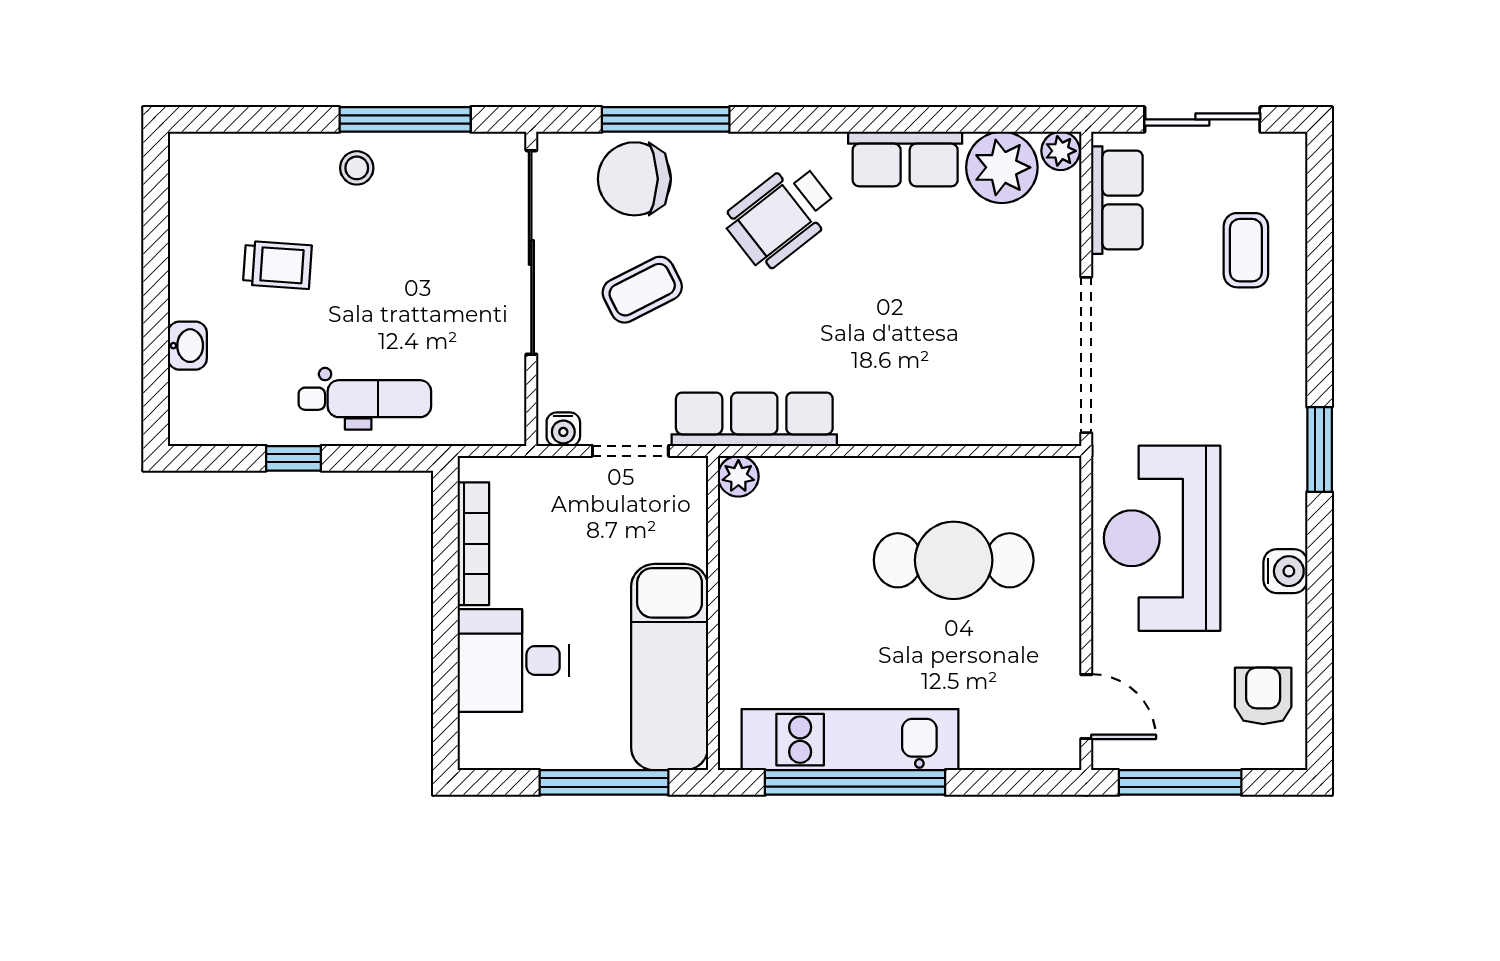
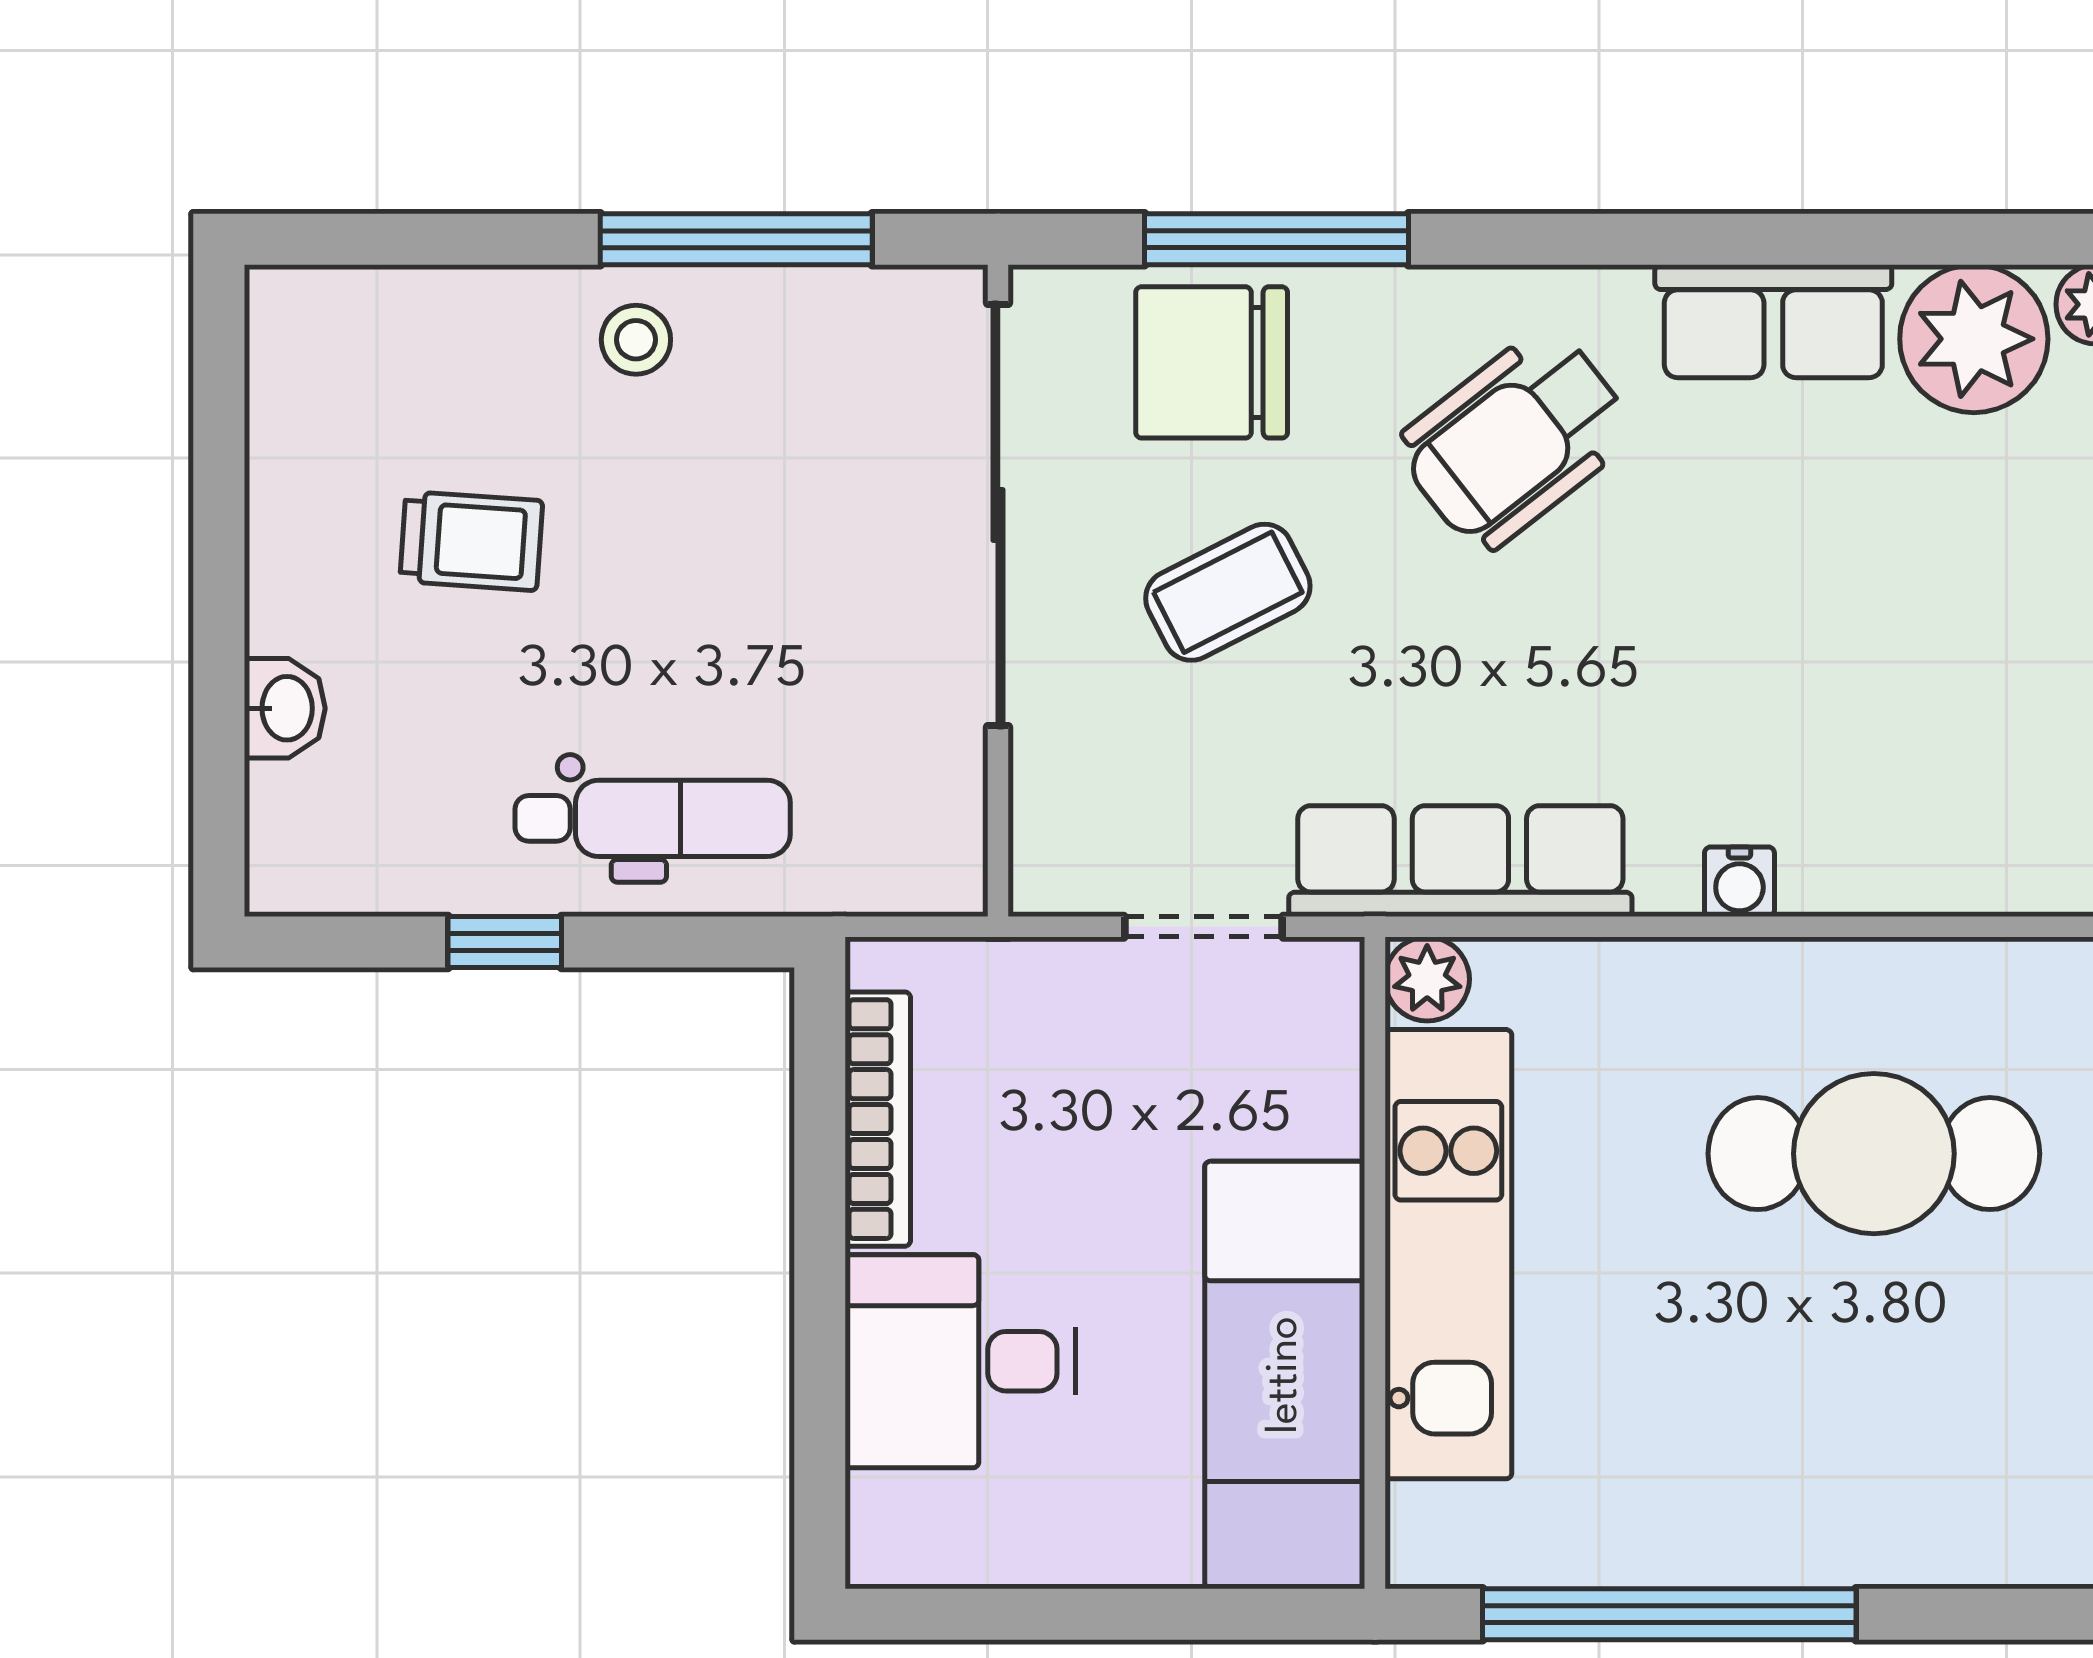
water cooler: (563, 429) -> (1739, 882), moved
kitchen unit: (850, 740) -> (1448, 1254), moved, turned 90
window: (604, 782) -> (1149, 1614), removed

